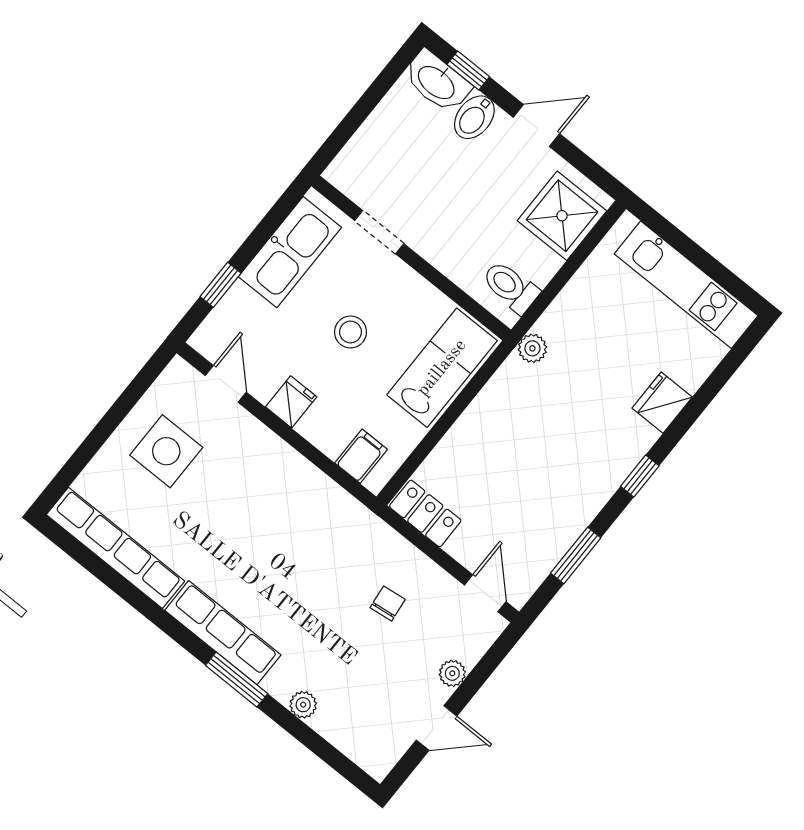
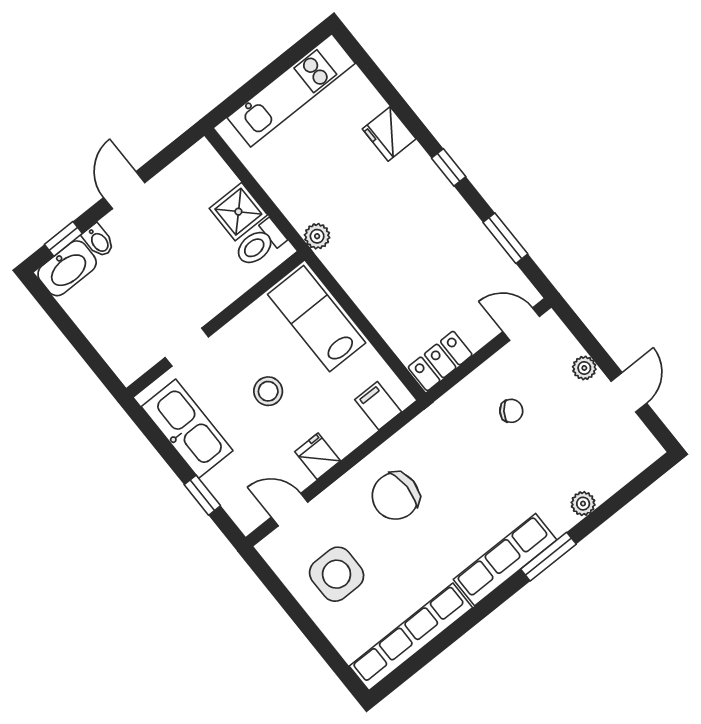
bidet: (474, 117) -> (98, 241), width x0.72, depth x0.74
shower: (562, 216) -> (238, 212), moved, width x0.73, depth x0.73
chair: (266, 497) -> (396, 496), added
chair: (388, 604) -> (511, 411), turned 133

